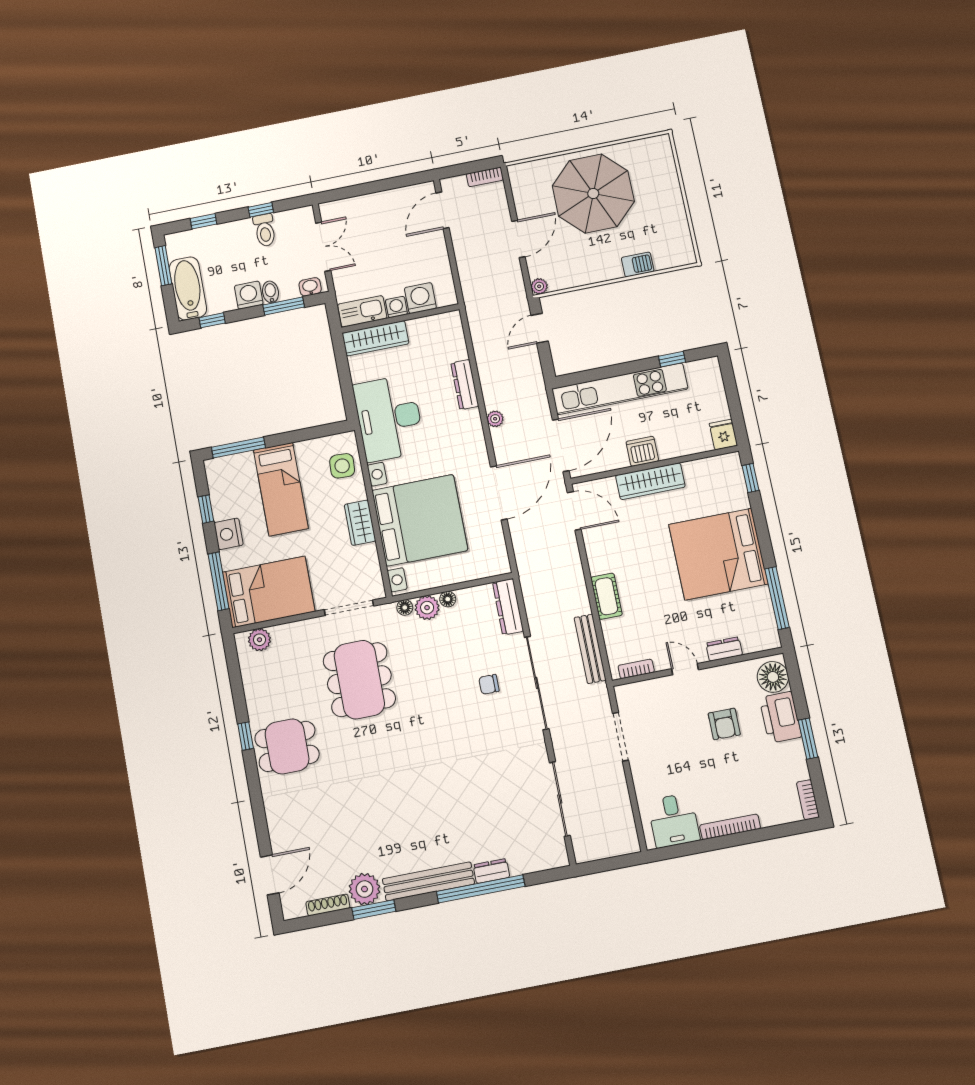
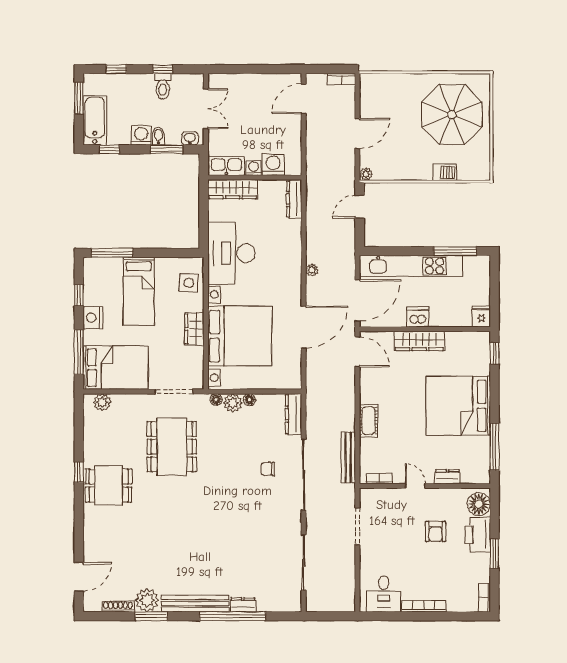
parasol: (593, 194) -> (452, 115), moved
window: (672, 359) -> (455, 251), width x2.17
dresser: (465, 385) -> (294, 199), moved

